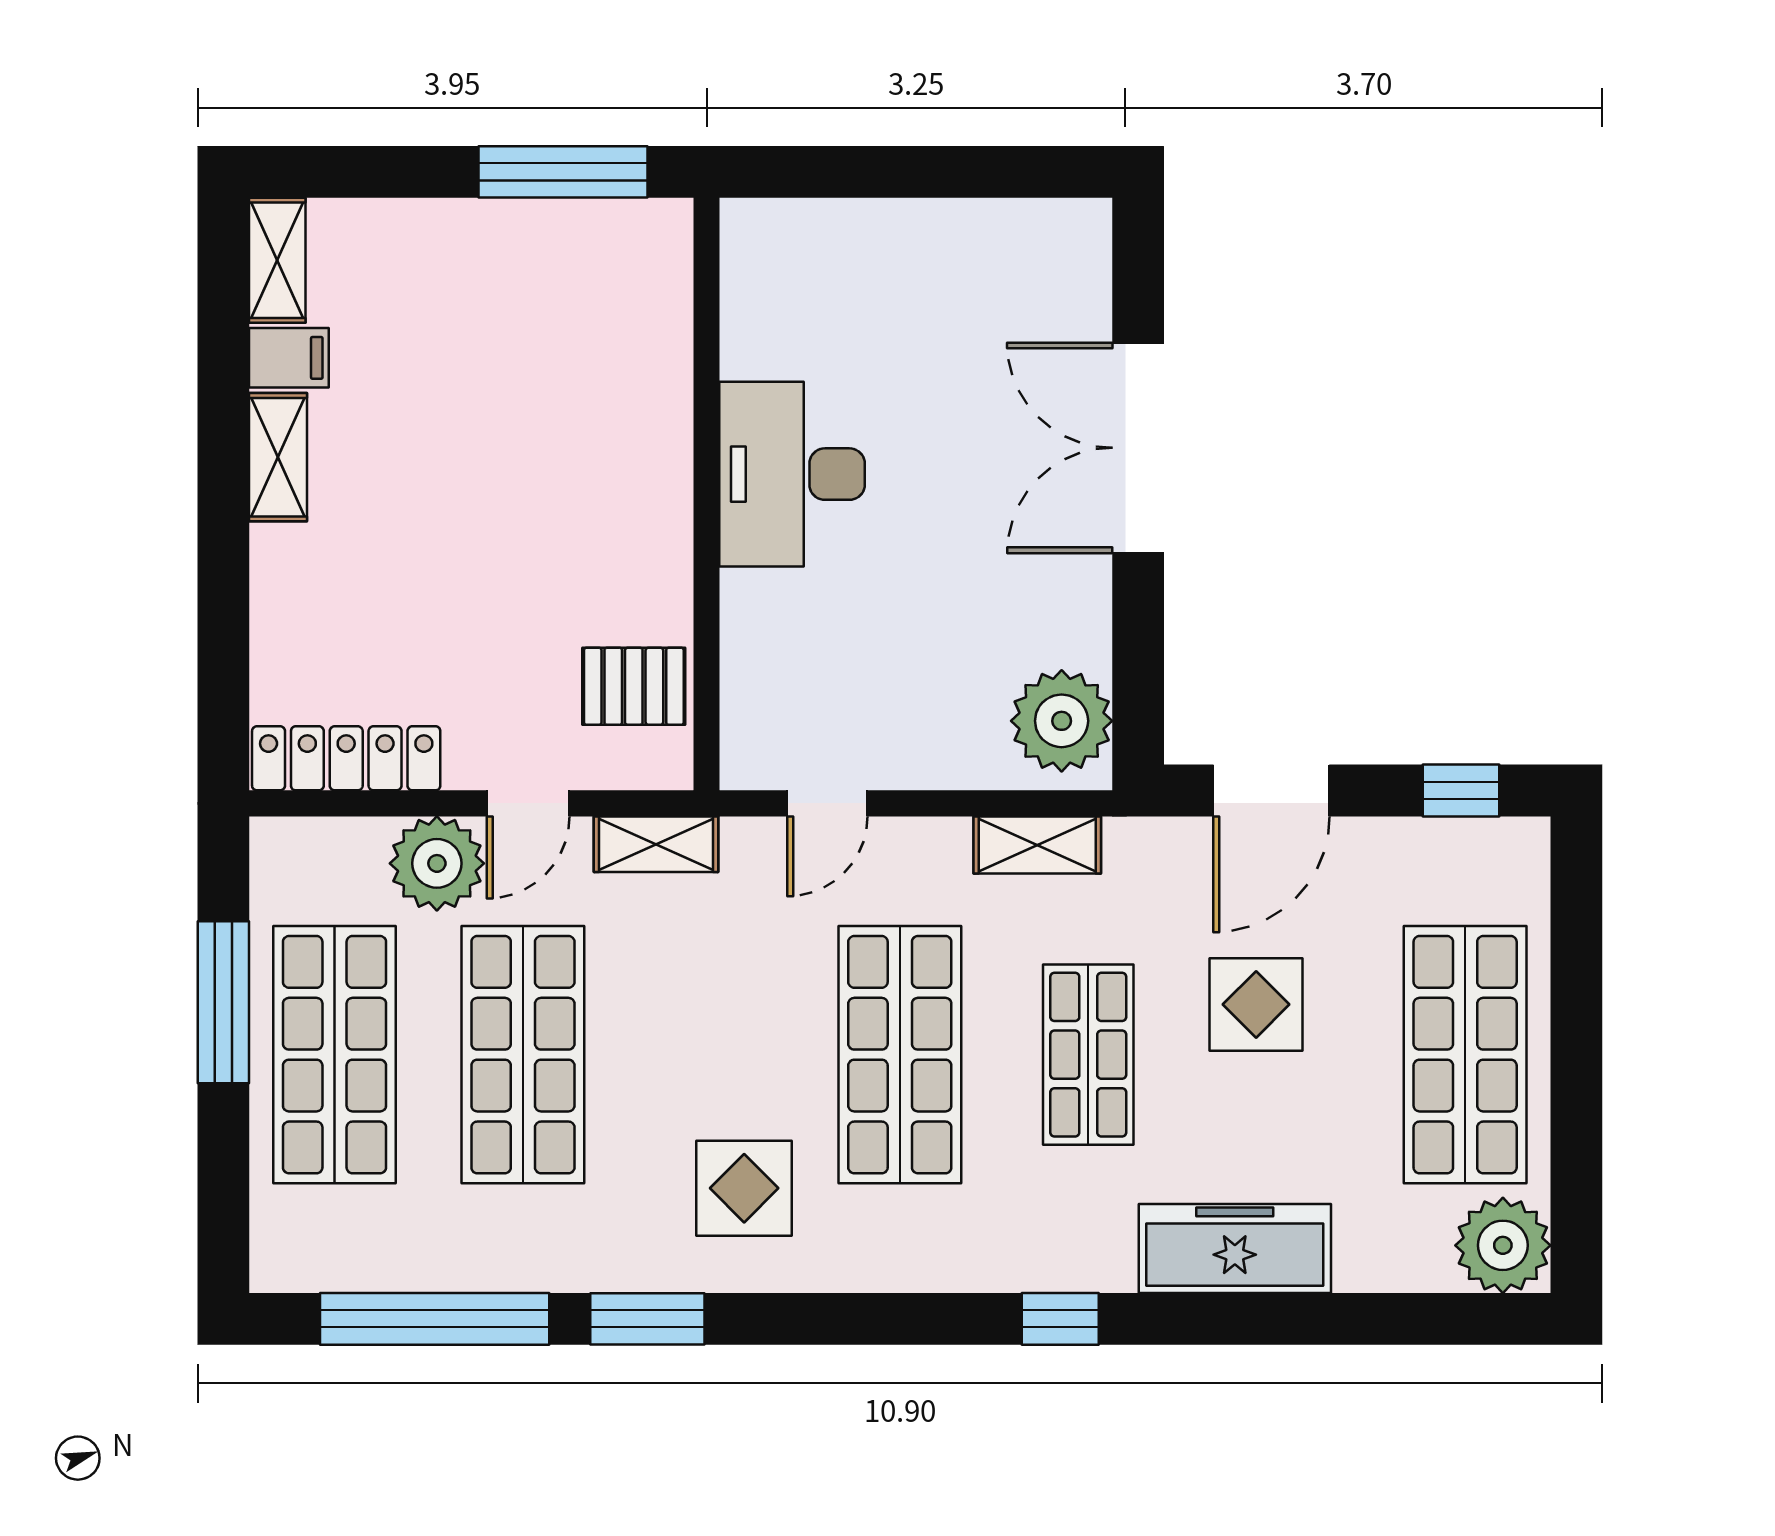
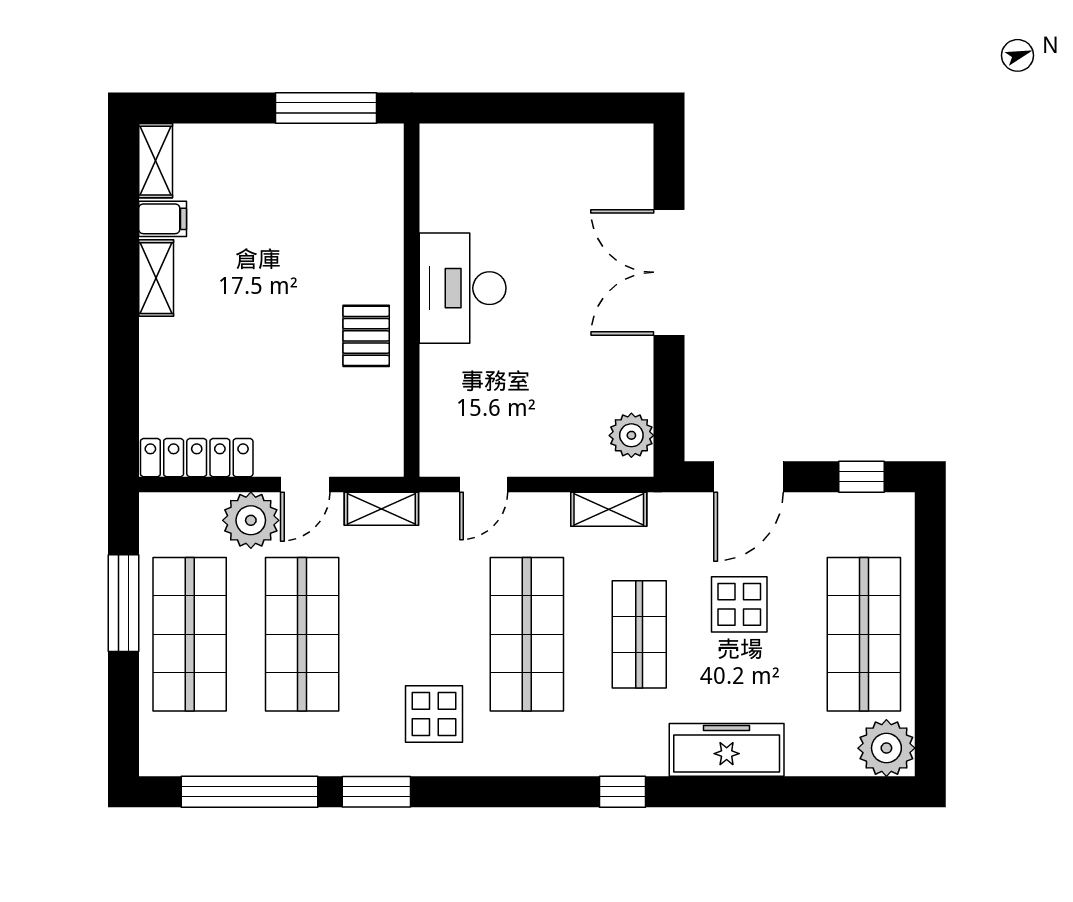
pallet: (634, 686) -> (366, 336), moved, turned 90
plant: (1062, 721) -> (631, 435), width x0.73, depth x0.73

